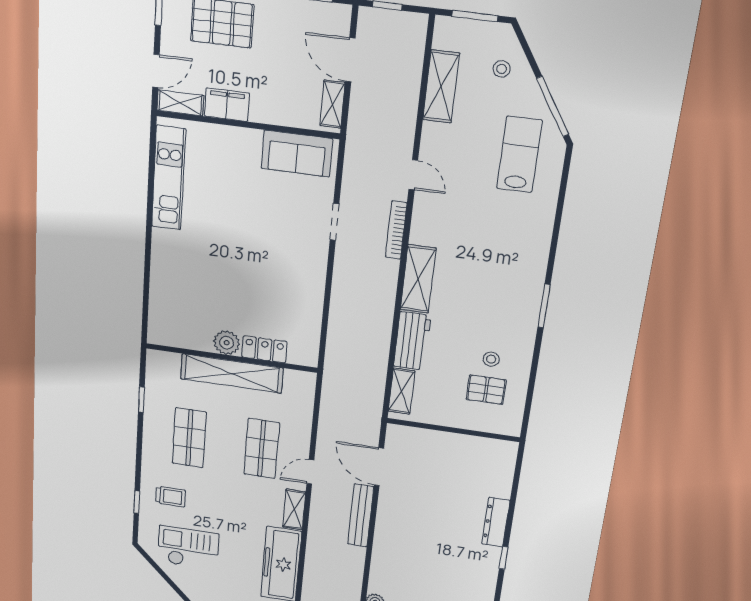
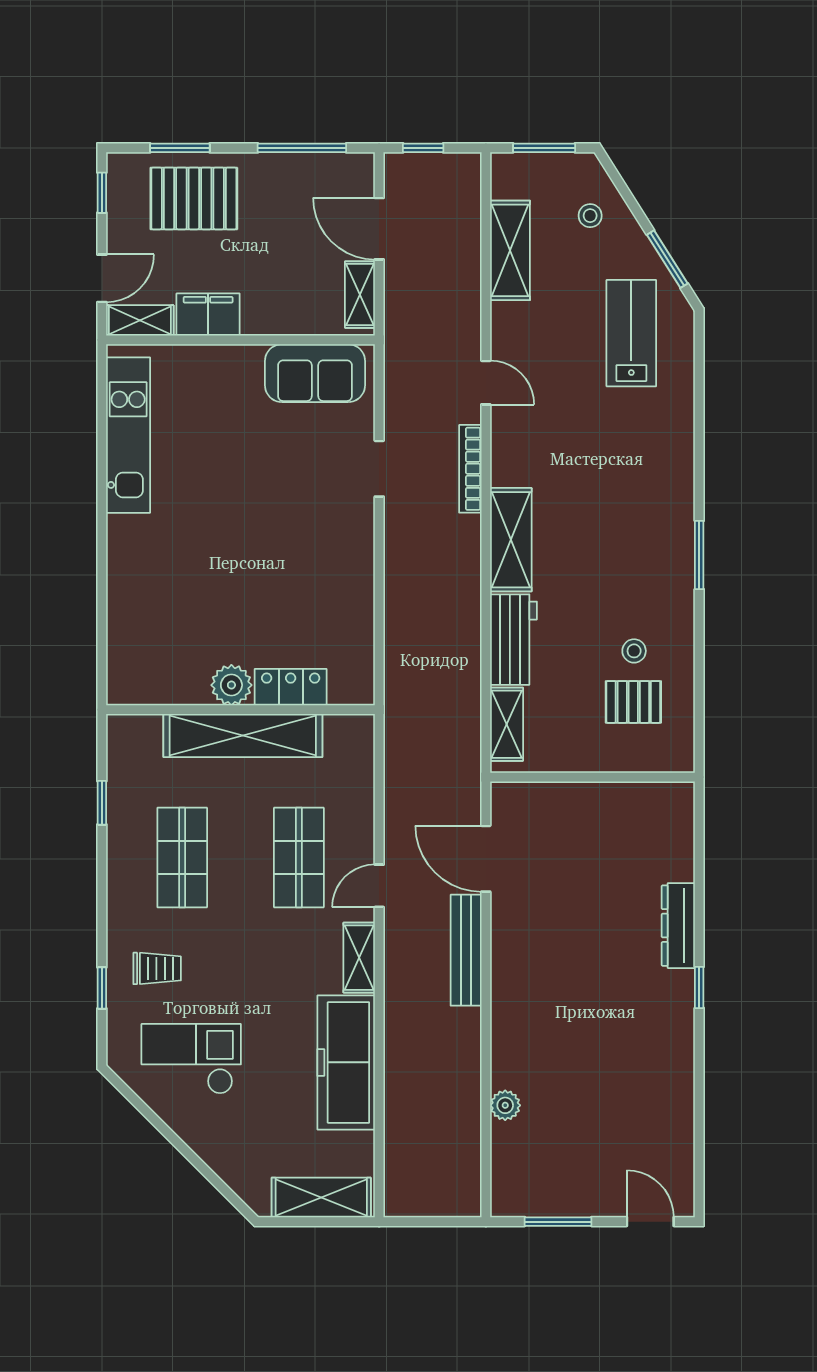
window: (553, 106) -> (667, 259), width x0.69

